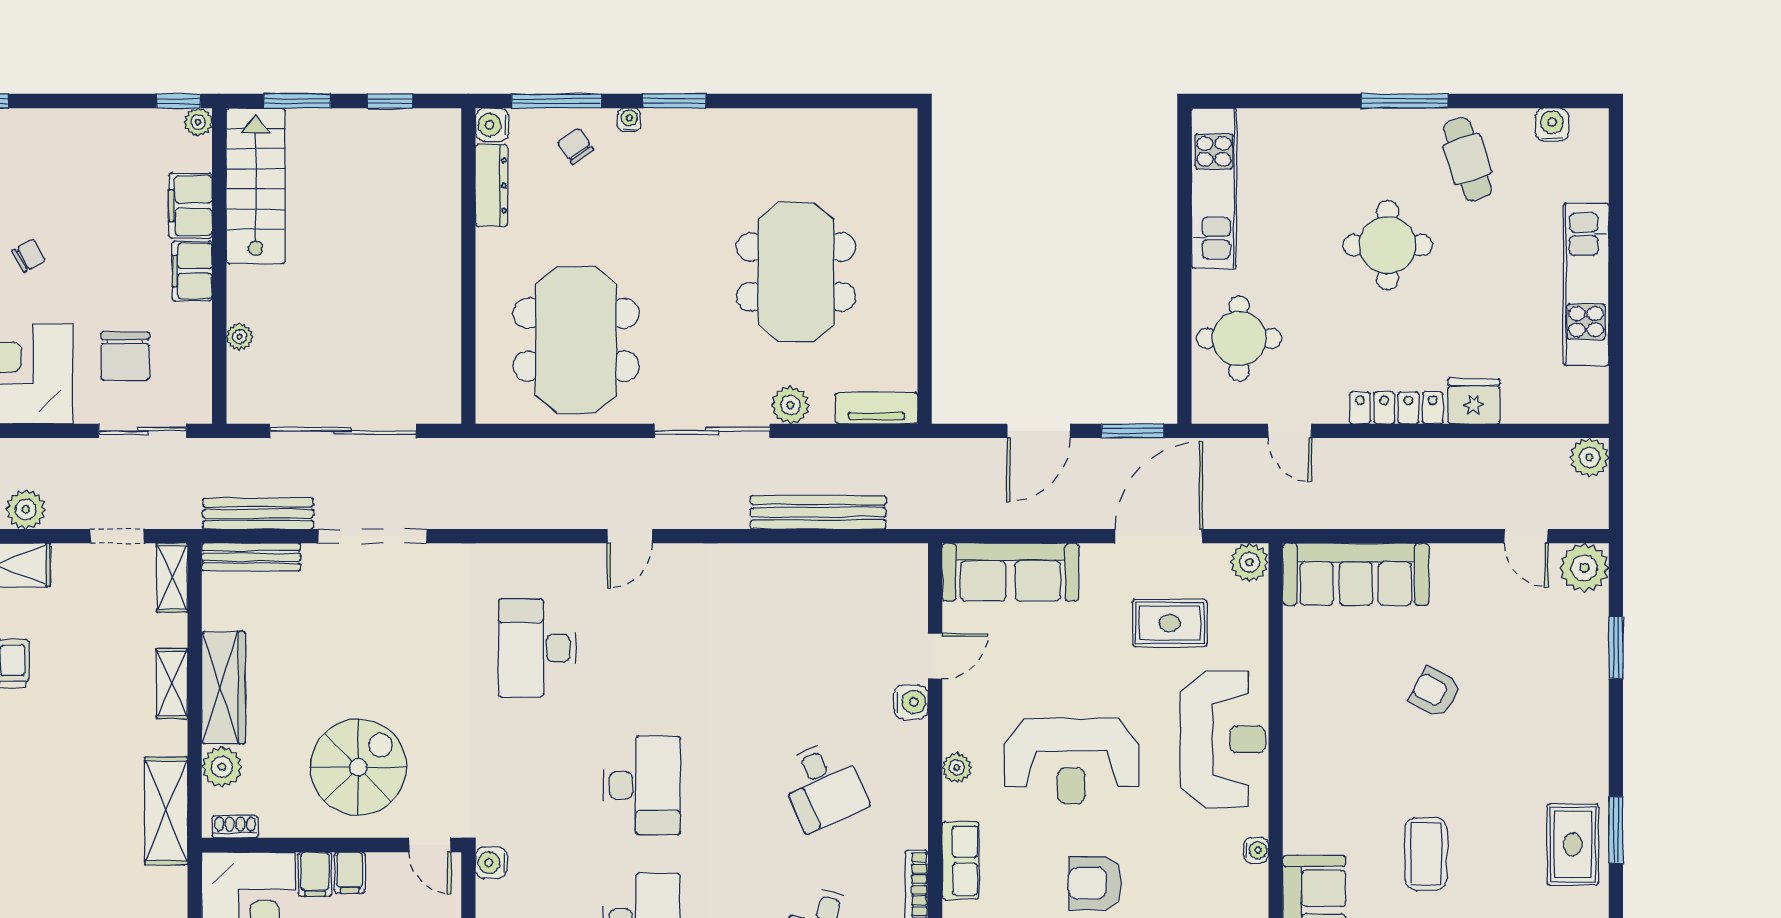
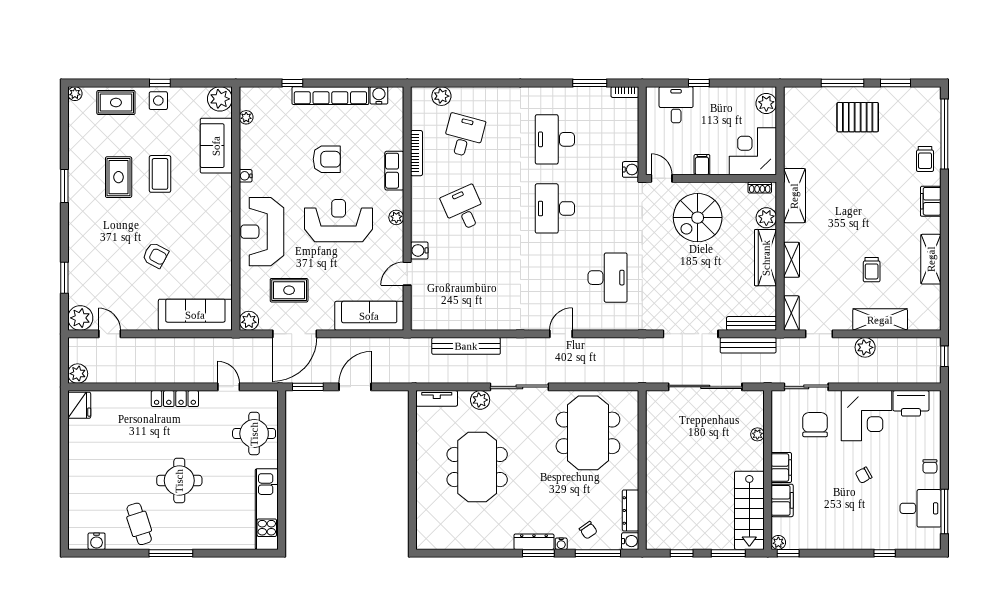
dresser: (683, 124) -> (534, 542), added
kitchen unit: (1586, 284) -> (79, 461), removed
fridge: (1474, 401) -> (79, 405), moved, turned -90
rug: (1573, 844) -> (119, 177), moved
filing cabinet: (315, 874) -> (719, 164), removed

